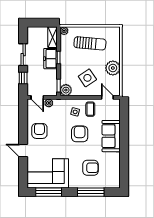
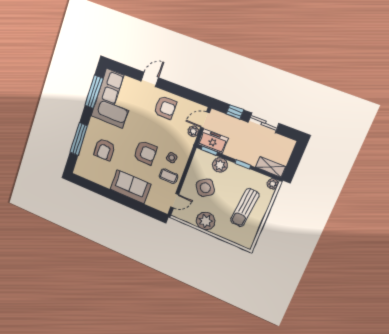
freezer: (50, 59) -> (213, 141), moved
plant: (66, 90) -> (220, 165), moved

